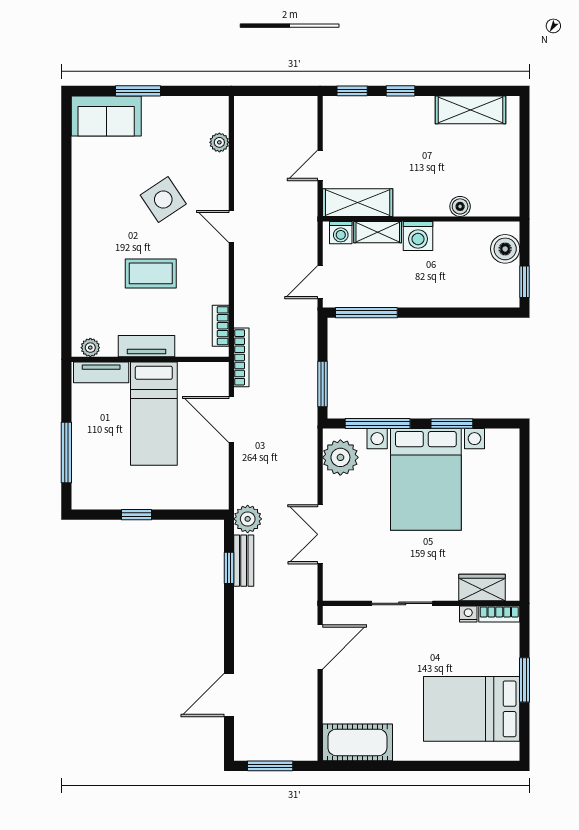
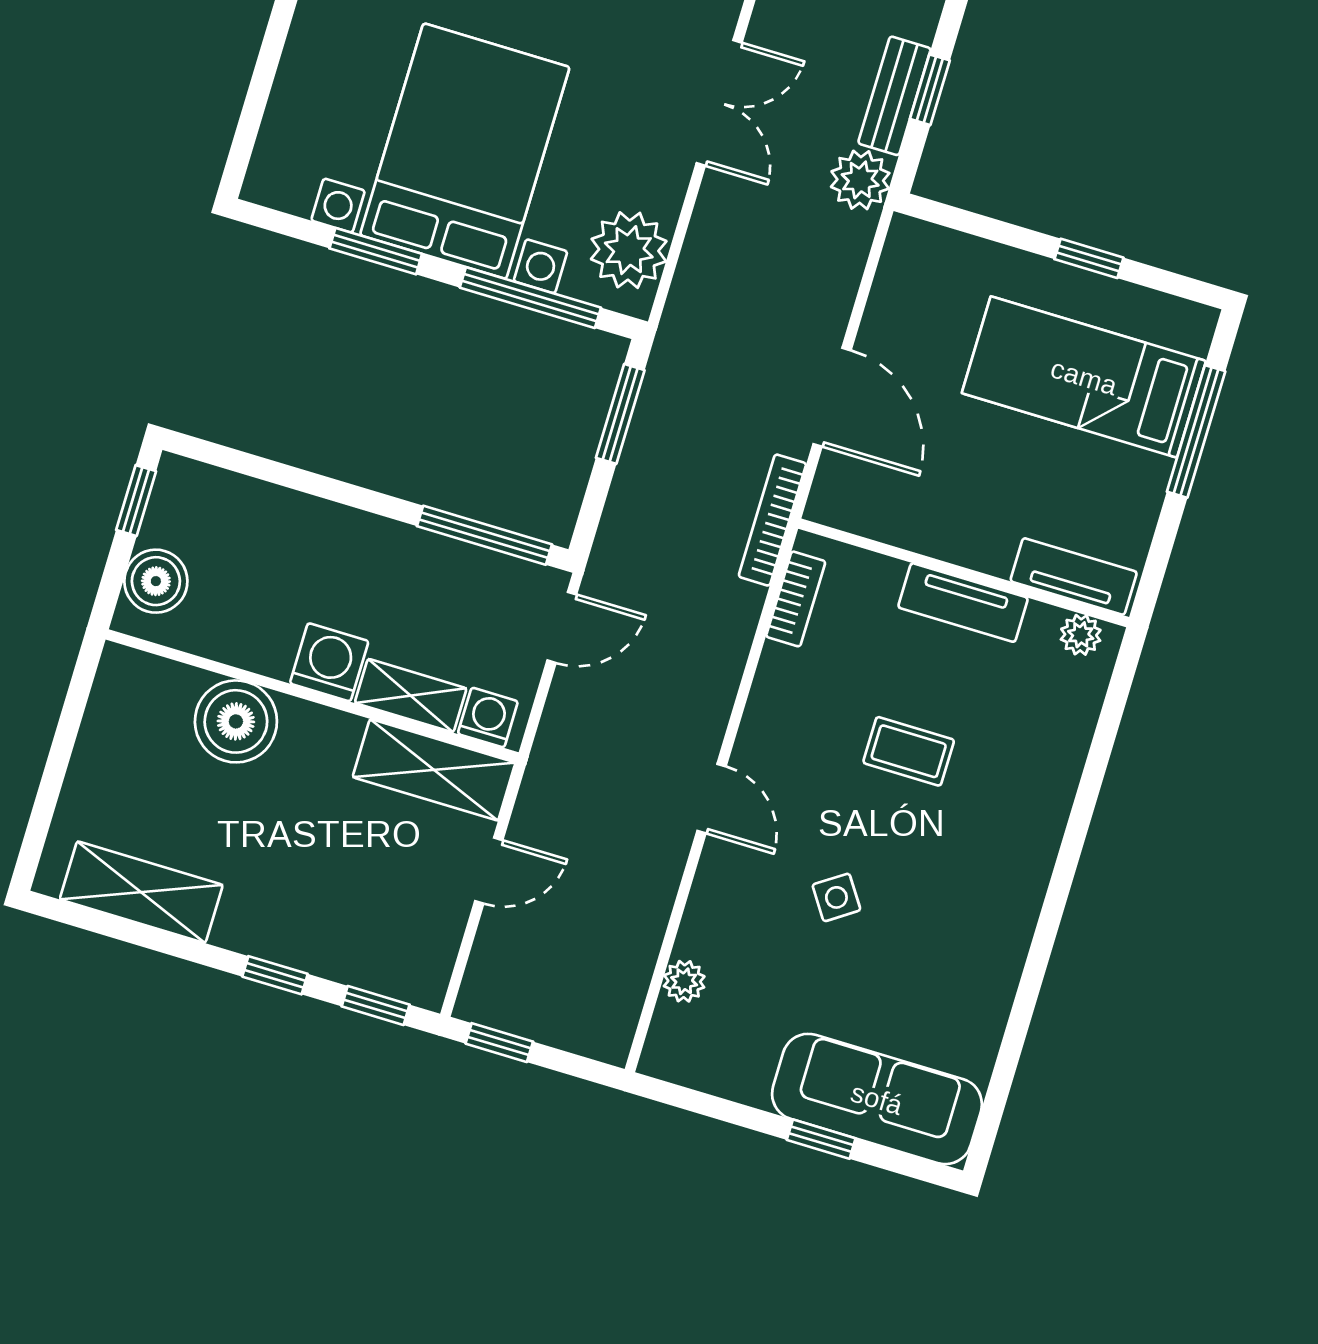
window: (138, 91) -> (821, 1139), width x0.67
window: (293, 91) -> (499, 1043), added
sofa: (106, 116) -> (877, 1099), width x1.36
side table: (163, 199) -> (836, 897), width x0.54, depth x0.54
boiler: (460, 206) -> (236, 721), width x1.86, depth x1.86
coffee table: (151, 273) -> (909, 751), width x0.73, depth x0.77
bed: (154, 414) -> (1084, 377), moved, turned -90

